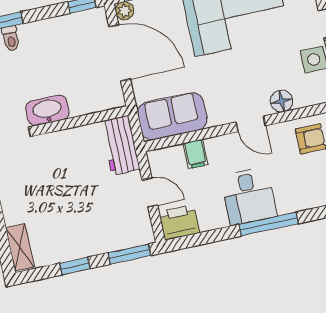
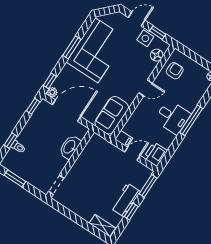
floor lamp: (282, 101) -> (157, 55), moved
washbasin: (47, 110) -> (70, 147), moved
workbench: (120, 145) -> (126, 200), moved, turned 90
filing cabinet: (196, 154) -> (124, 139), moved

